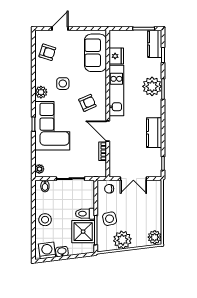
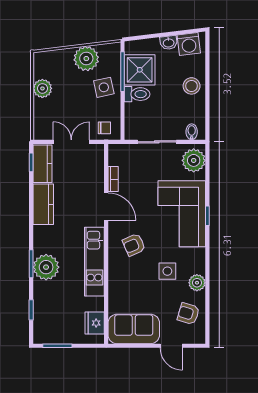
door: (60, 29) -> (171, 346), hinge flipped
kitchen counter: (155, 44) -> (42, 164), moved
sofa: (95, 53) -> (134, 329), moved, turned -90
fridge: (116, 56) -> (95, 323), moved
plant: (41, 92) -> (197, 283), moved
plant: (39, 169) -> (194, 160), width x1.88, depth x1.88
plant: (155, 237) -> (42, 88), moved

